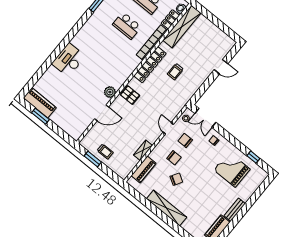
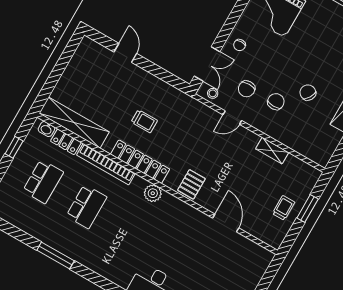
plant: (110, 92) -> (153, 193), moved
window: (93, 159) -> (308, 208), moved
piano: (144, 169) -> (301, 145), removed

